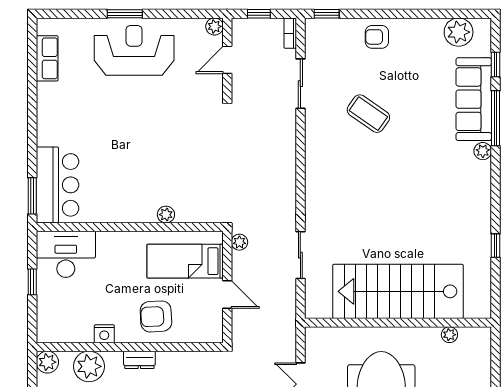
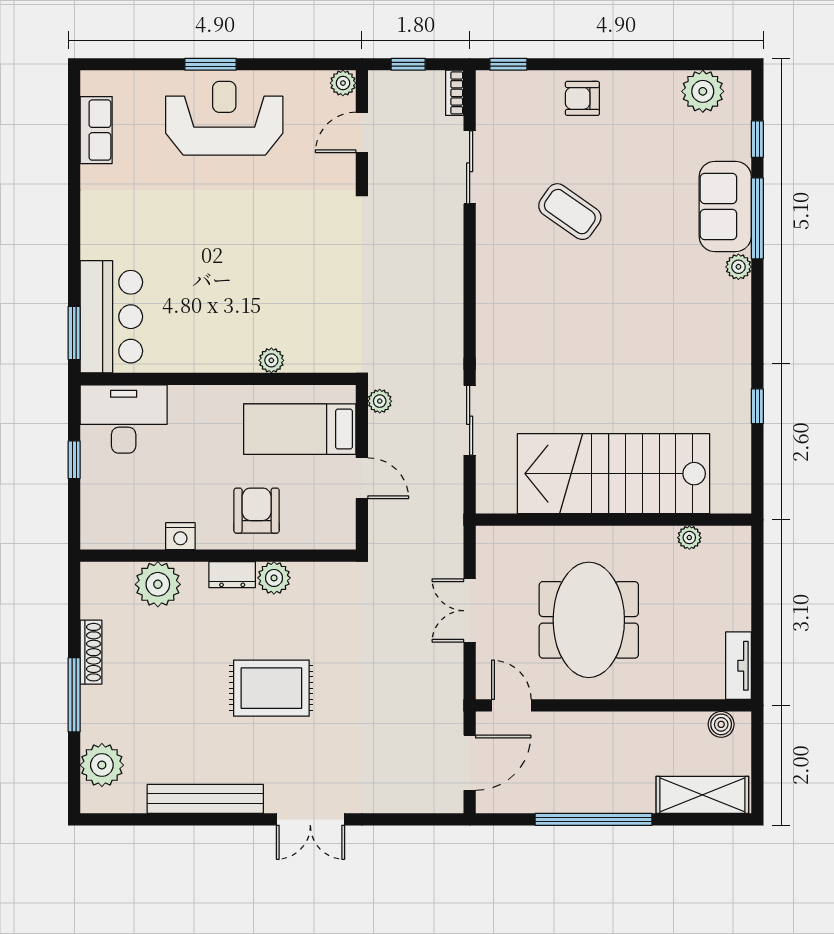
sofa: (474, 99) -> (725, 206), width x0.73
armchair: (156, 316) -> (257, 511), turned 93
plant: (47, 362) -> (274, 578), moved

